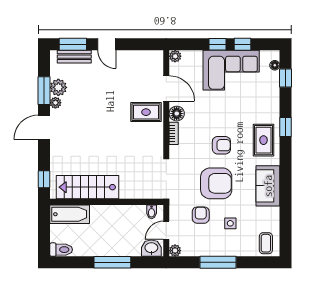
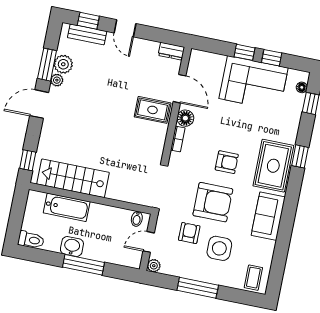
window: (73, 44) -> (88, 21), width x0.67
dresser: (152, 56) -> (171, 51), added
plant: (175, 56) -> (196, 56), removed
rug: (264, 140) -> (273, 166), width x1.36, depth x1.43
bathtub: (70, 214) -> (67, 207), moved
side table: (230, 223) -> (219, 248), width x1.87, depth x1.87
washbasin: (151, 248) -> (72, 247), moved

